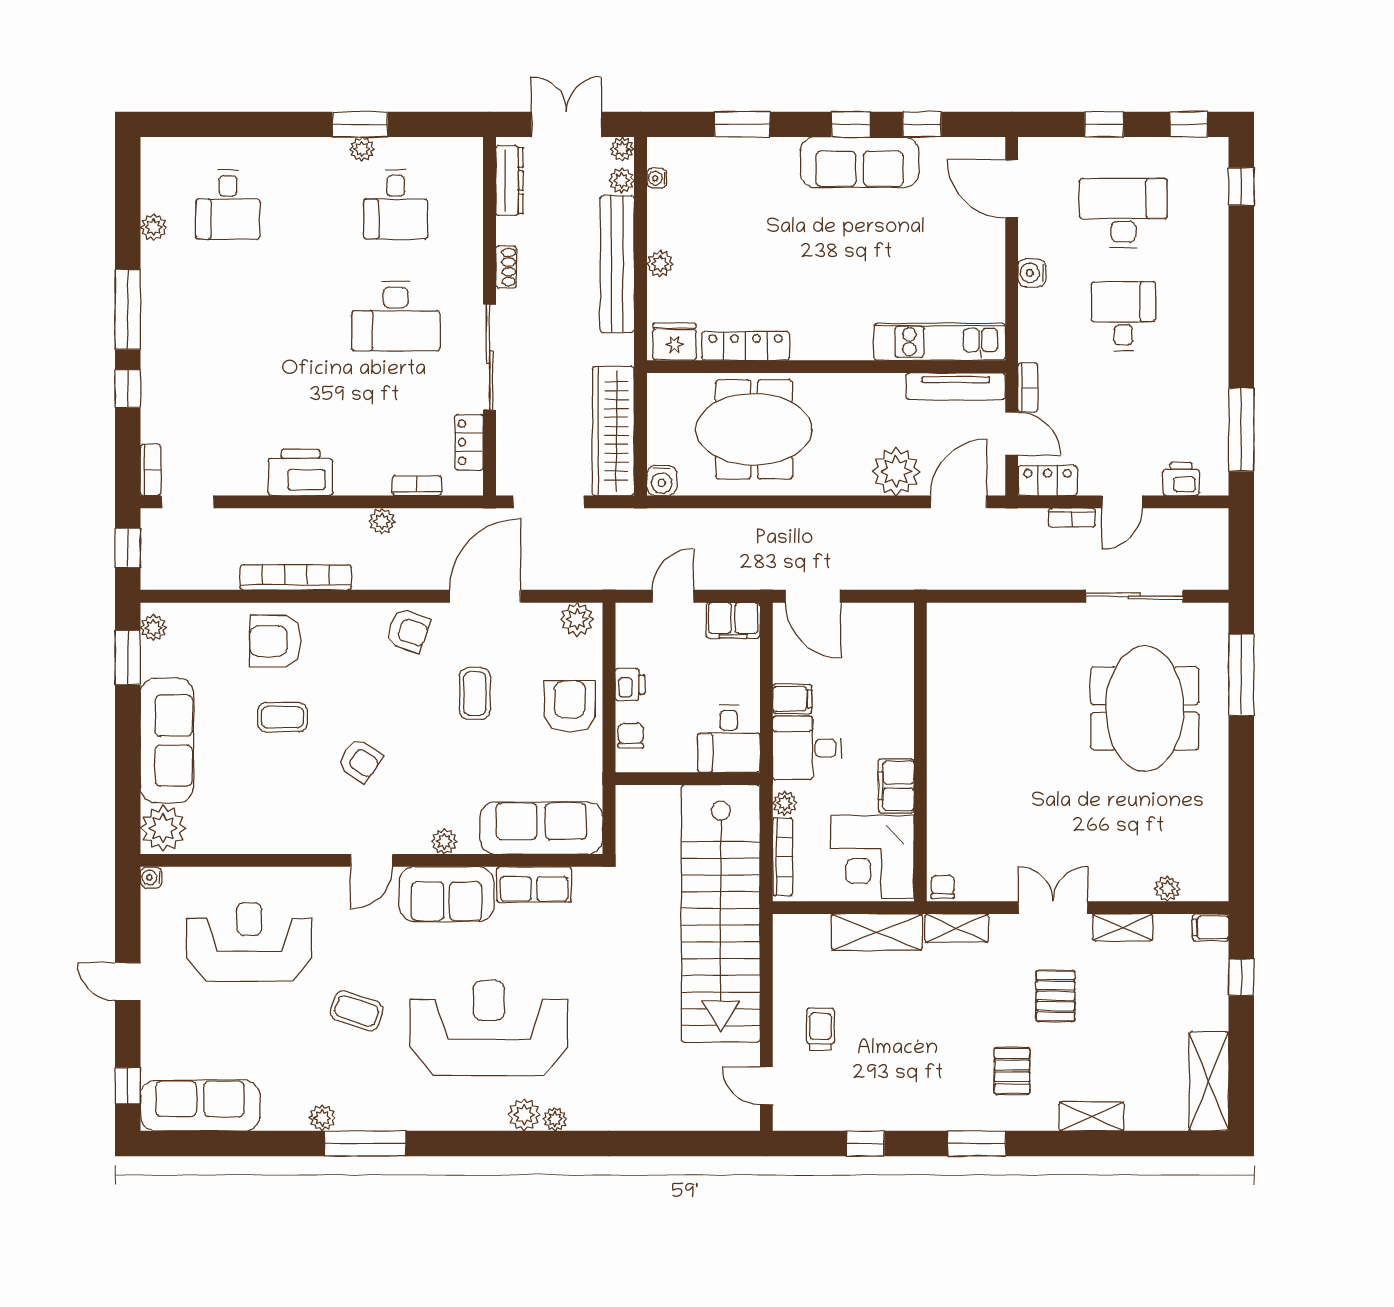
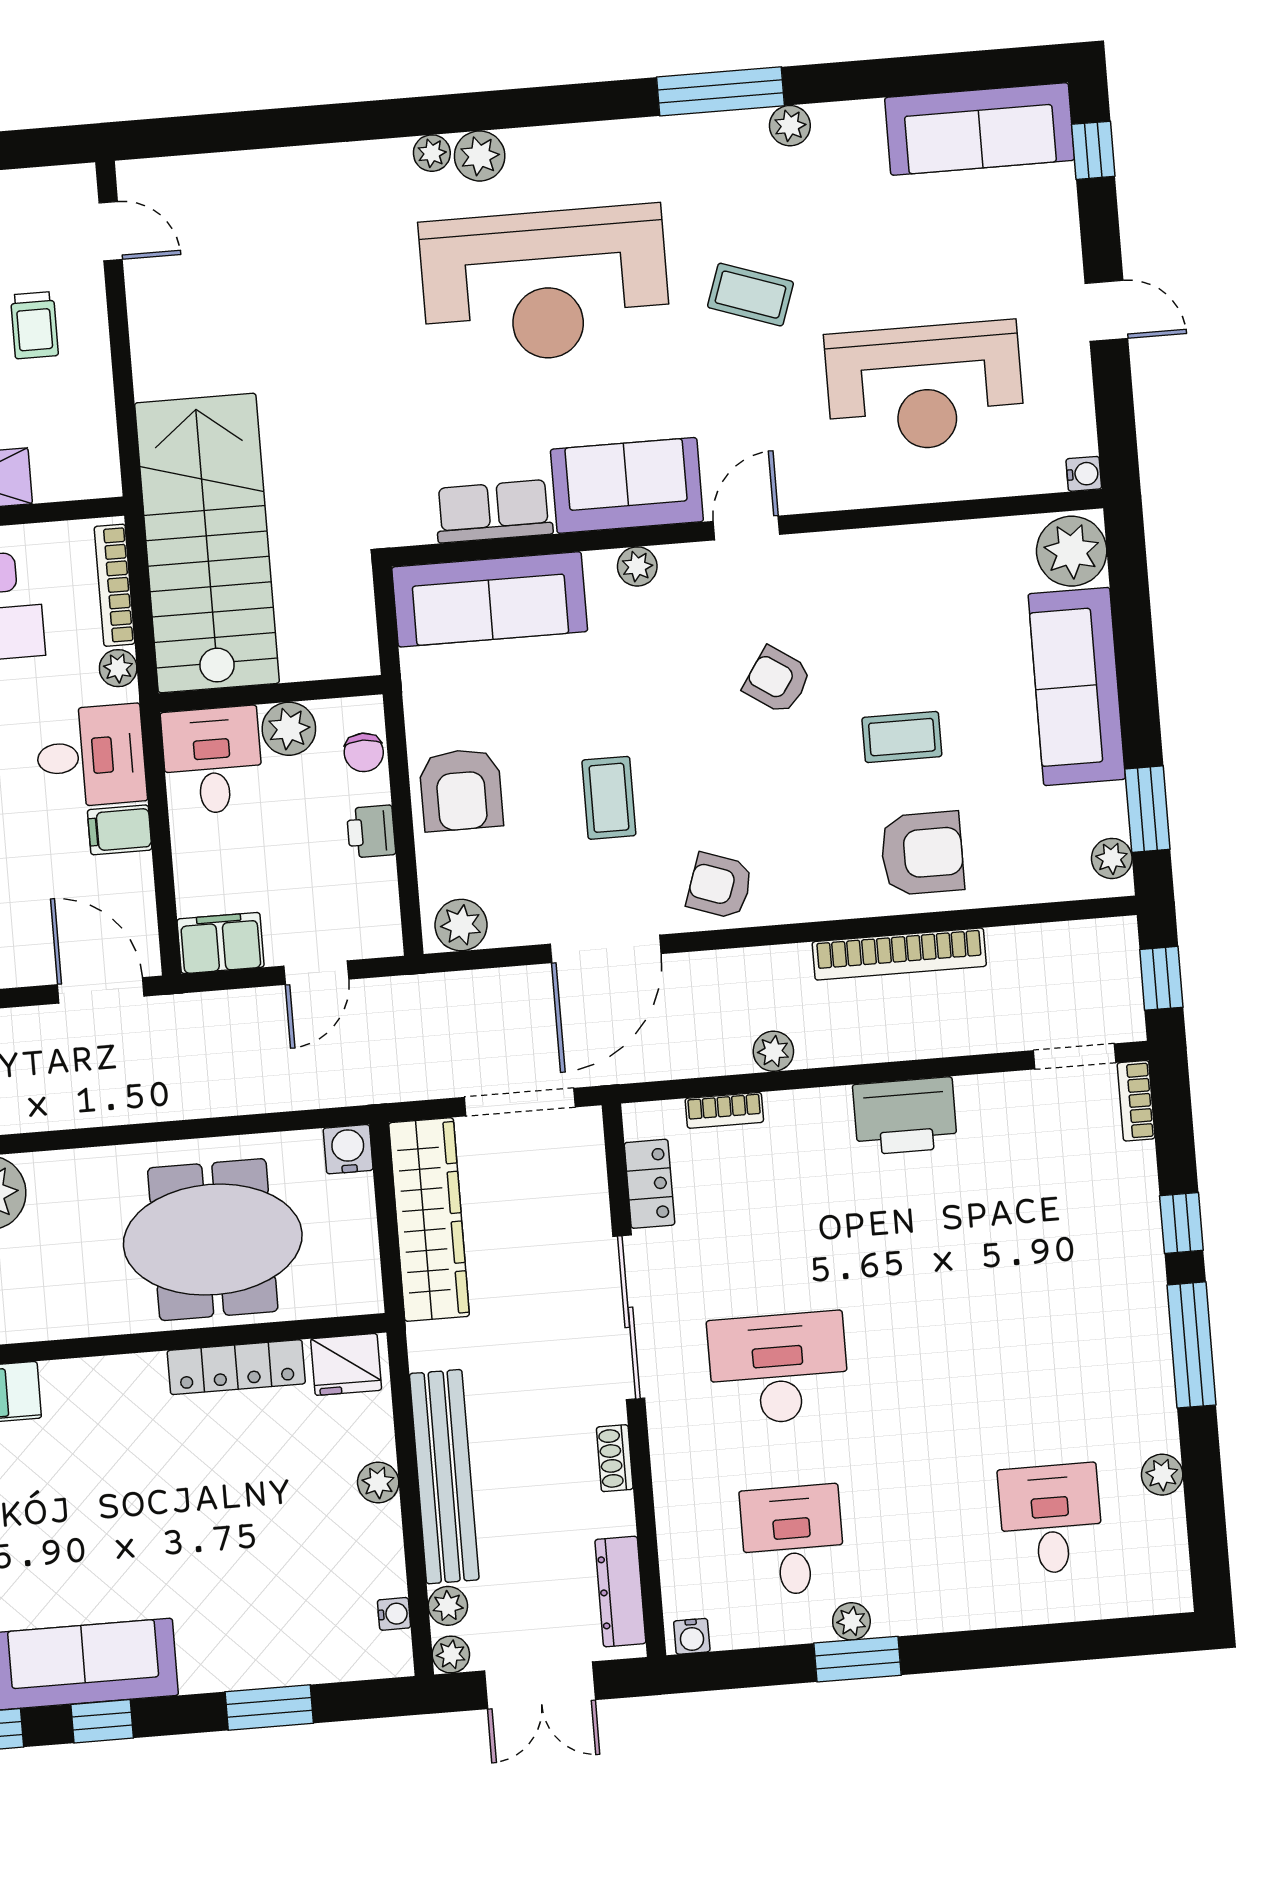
water cooler: (466, 148) -> (692, 1636), added
plant: (678, 755) -> (289, 729), added
stairs: (721, 914) -> (207, 543), width x0.73

